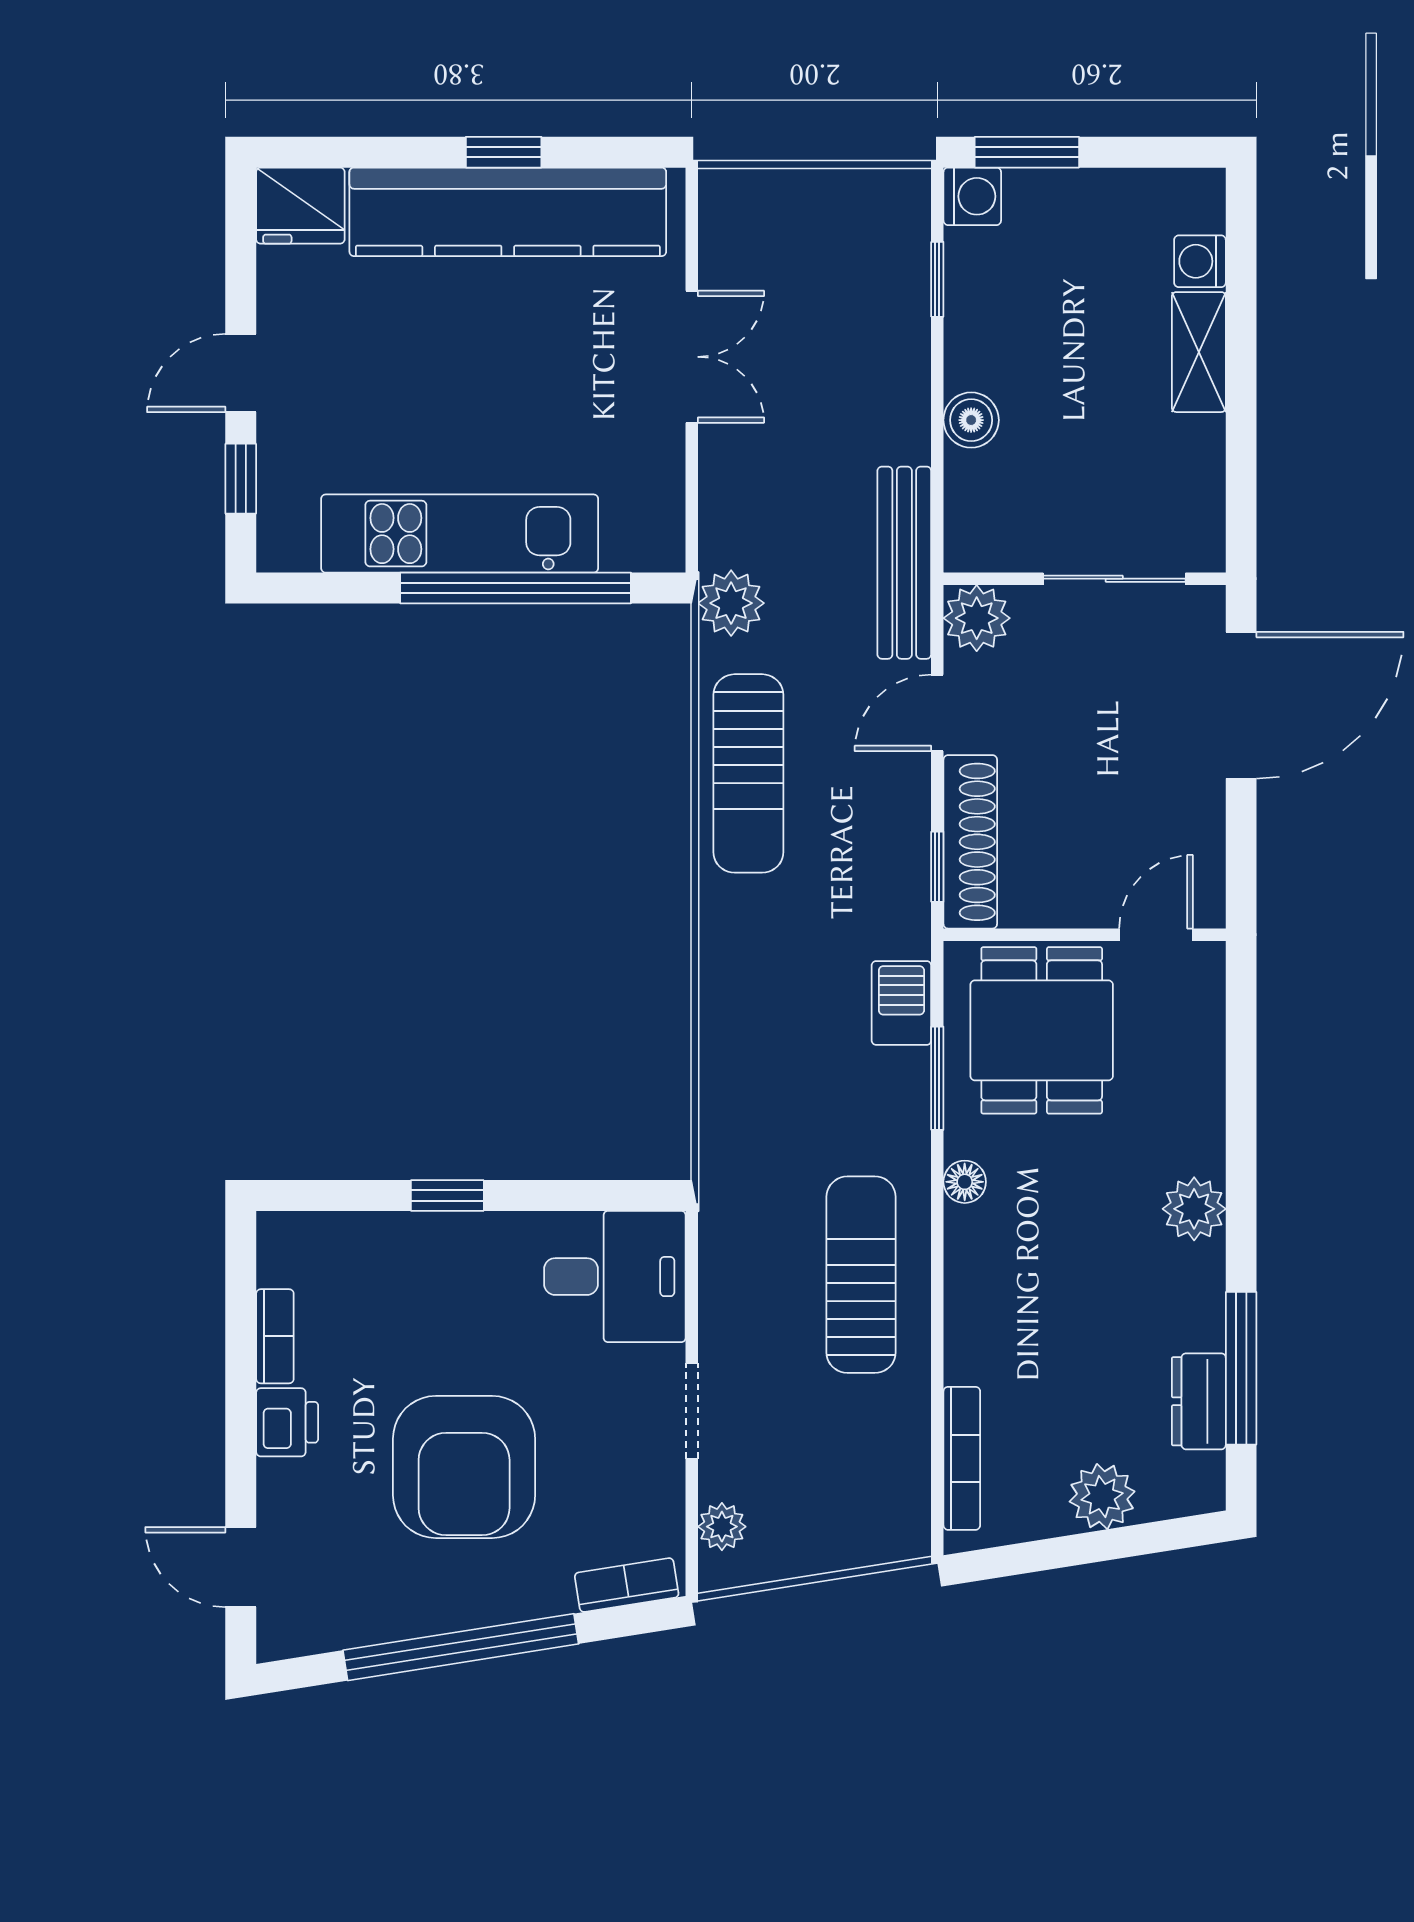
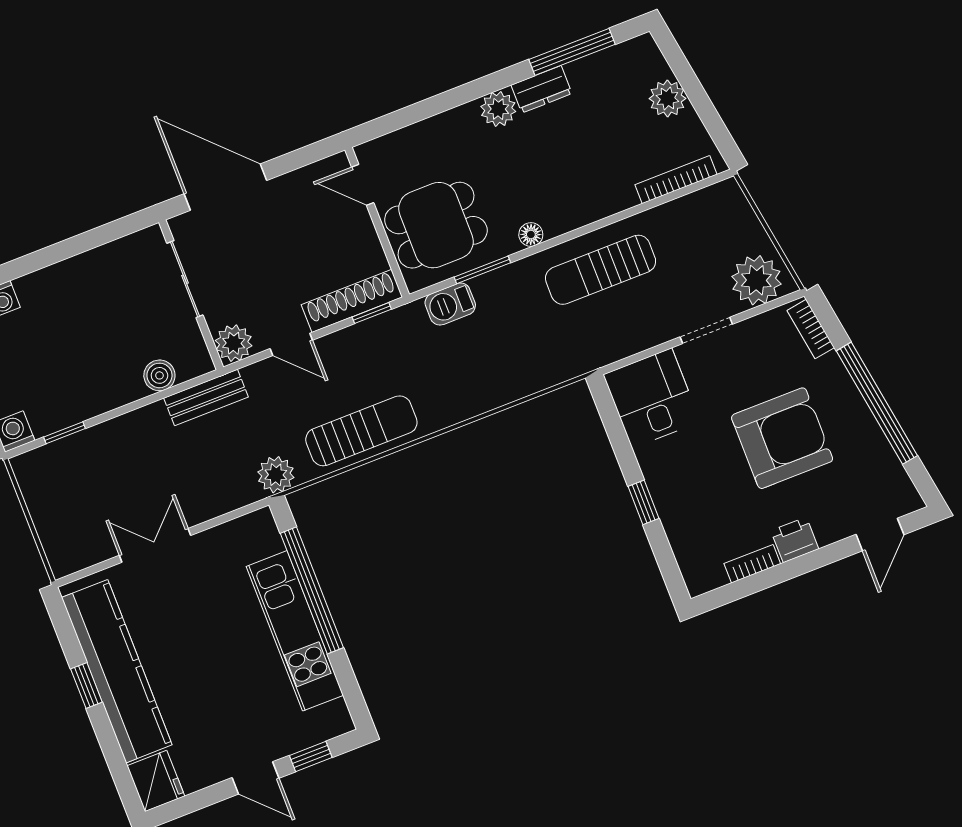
shelving: (1199, 352) -> (49, 281), removed
boiler: (971, 420) -> (159, 375), moved
bench: (904, 563) -> (206, 398), width x0.73
dresser: (1199, 1401) -> (542, 89), moved
plant: (722, 1527) -> (756, 280), width x1.88, depth x1.88

